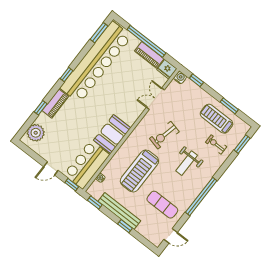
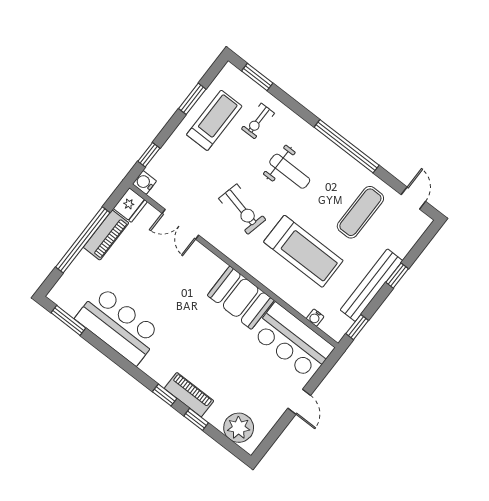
bar counter: (96, 62) -> (118, 326), width x0.54
window: (66, 75) -> (165, 395), moved
treadmill: (216, 119) -> (214, 120), turned 180
window: (72, 185) -> (327, 366), removed

